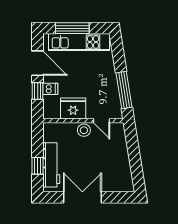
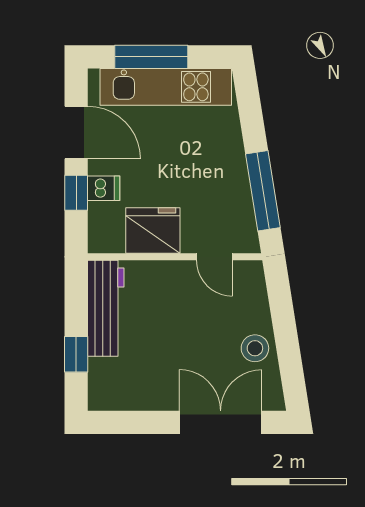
stool: (84, 130) -> (255, 348), moved
workbench: (51, 165) -> (106, 308), moved
double door: (82, 197) -> (221, 422), moved

